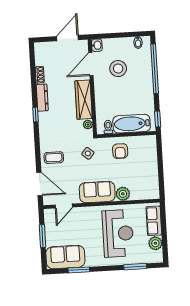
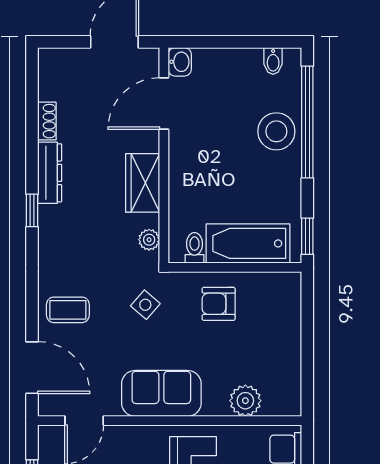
stool: (118, 69) -> (276, 131), moved
wardrobe: (84, 100) -> (143, 183), width x0.67
armchair: (120, 151) -> (219, 304), turned 90
plant: (123, 194) -> (245, 401), moved

